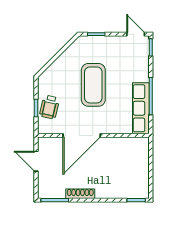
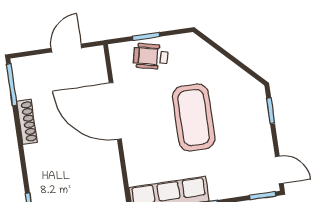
door: (136, 34) -> (279, 170), hinge flipped
coffee table: (93, 85) -> (194, 118), turned 90

